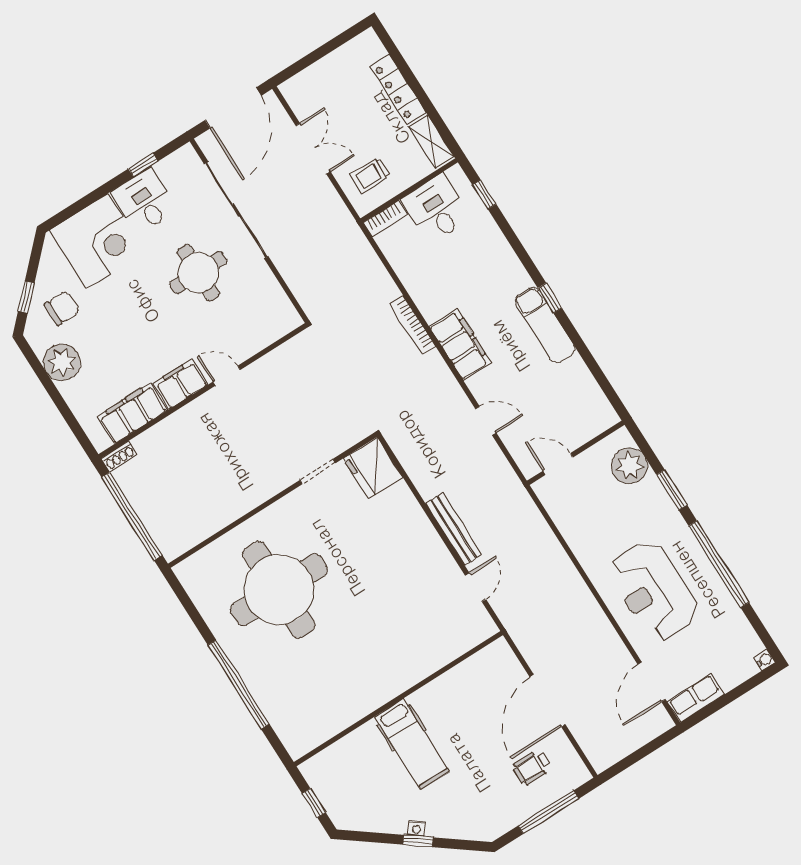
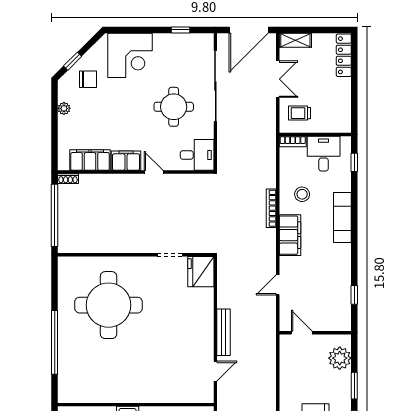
locker: (398, 89) -> (344, 55), moved
shelving: (431, 141) -> (295, 40), moved, turned 90
desk: (144, 201) -> (197, 155), moved, turned 90
stool: (442, 280) -> (302, 194), added
window: (550, 298) -> (354, 295), moved
exam couch: (545, 325) -> (342, 218), moved
plant: (62, 362) -> (64, 108), width x0.53, depth x0.53
door: (486, 421) -> (278, 285), swing flipped

